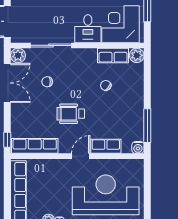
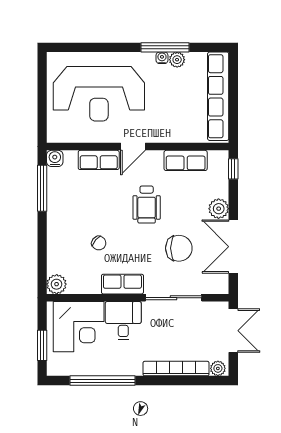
plant: (18, 55) -> (219, 209), moved
row of seats: (113, 55) -> (122, 284), moved
chair: (47, 82) -> (179, 248), width x1.87, depth x1.87
wheelchair: (71, 114) -> (147, 204), turned 90
row of seats: (35, 146) -> (186, 160), width x0.68

